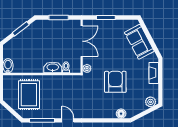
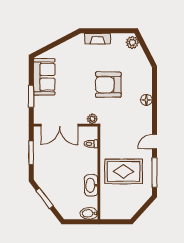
double door: (82, 41) -> (59, 125), swing flipped
sofa: (139, 42) -> (44, 77), moved, turned -62
washbasin: (53, 68) -> (91, 185), moved
rug: (29, 95) -> (124, 171), moved
floor lamp: (121, 114) -> (146, 100), moved

